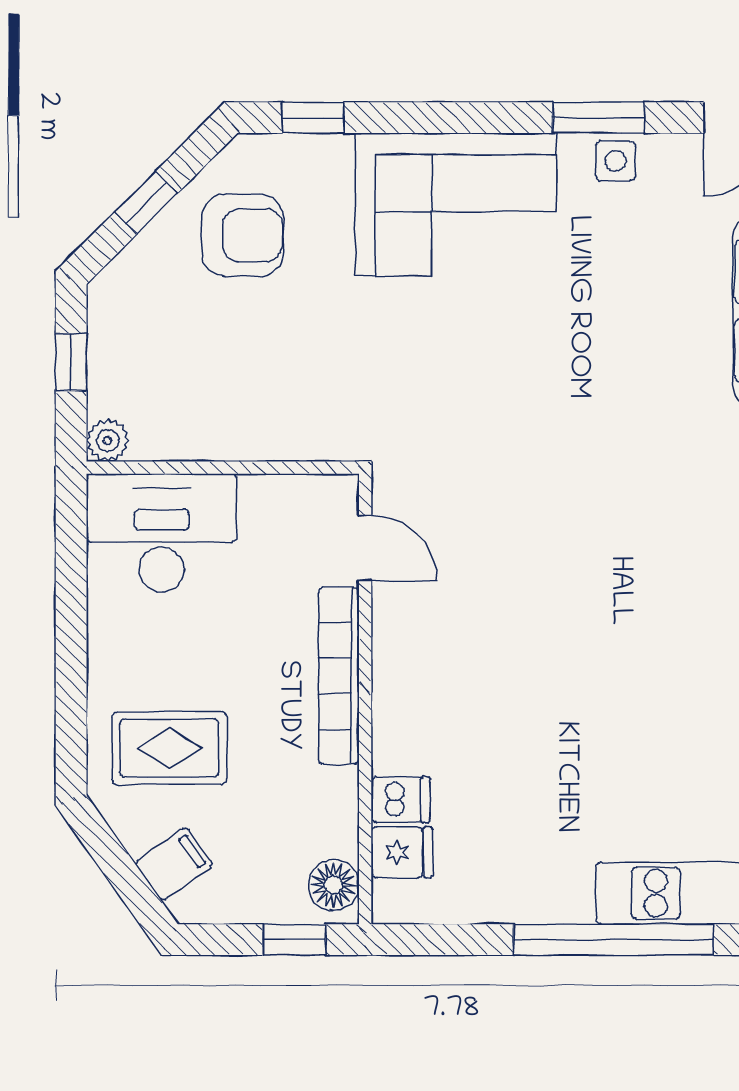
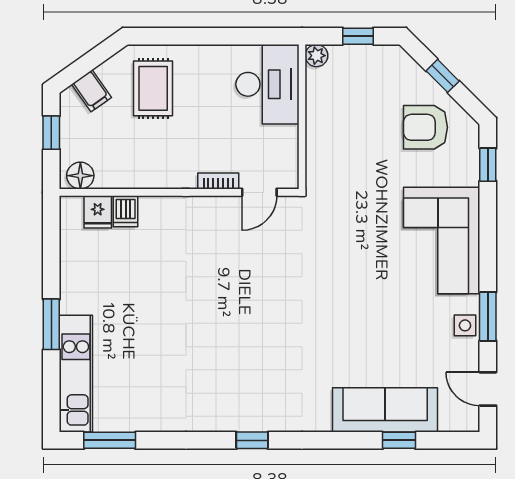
armchair: (243, 235) -> (425, 127), turned 90
bookcase: (339, 676) -> (218, 181), width x0.43, depth x0.76
window: (294, 940) -> (51, 133), moved
window: (614, 940) -> (51, 324), width x0.47

